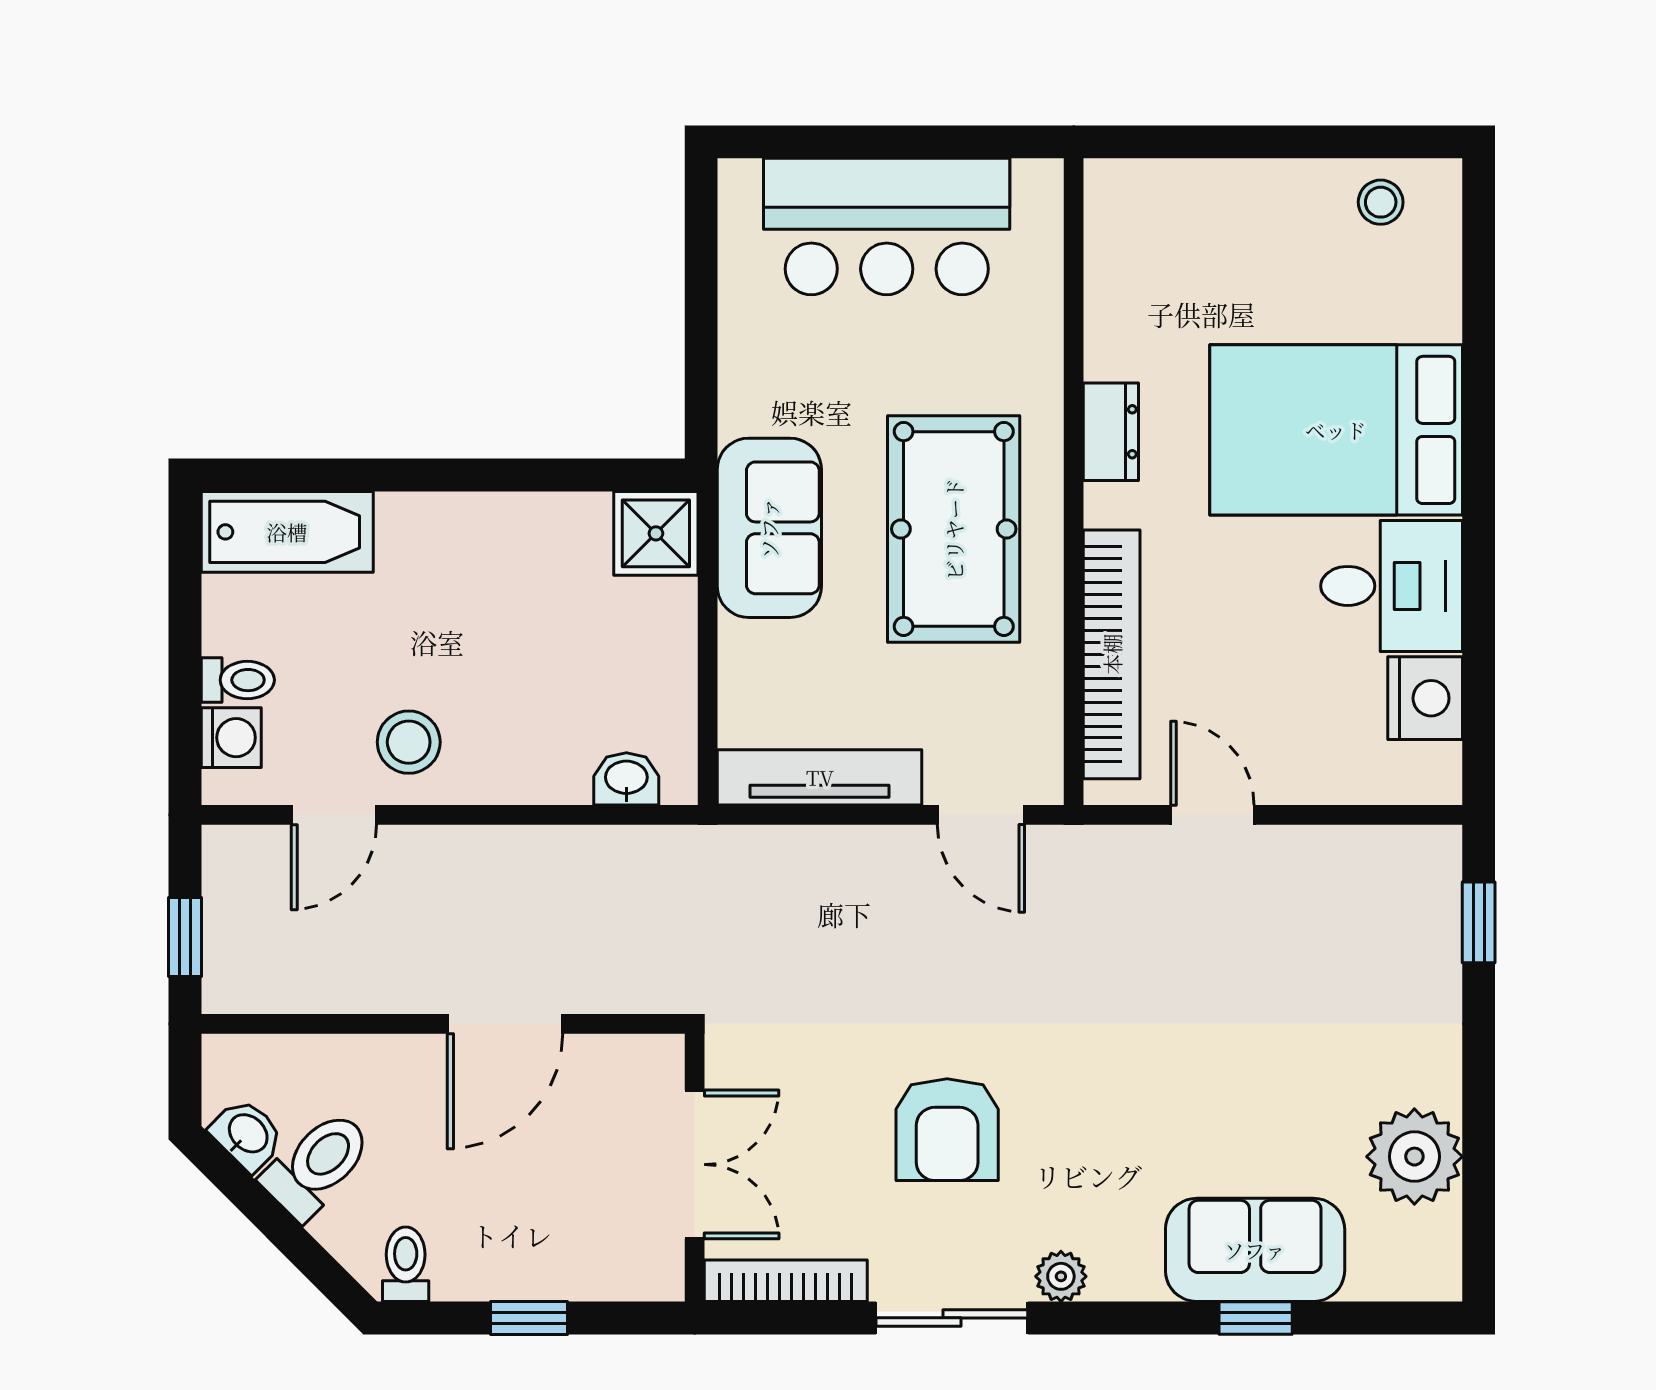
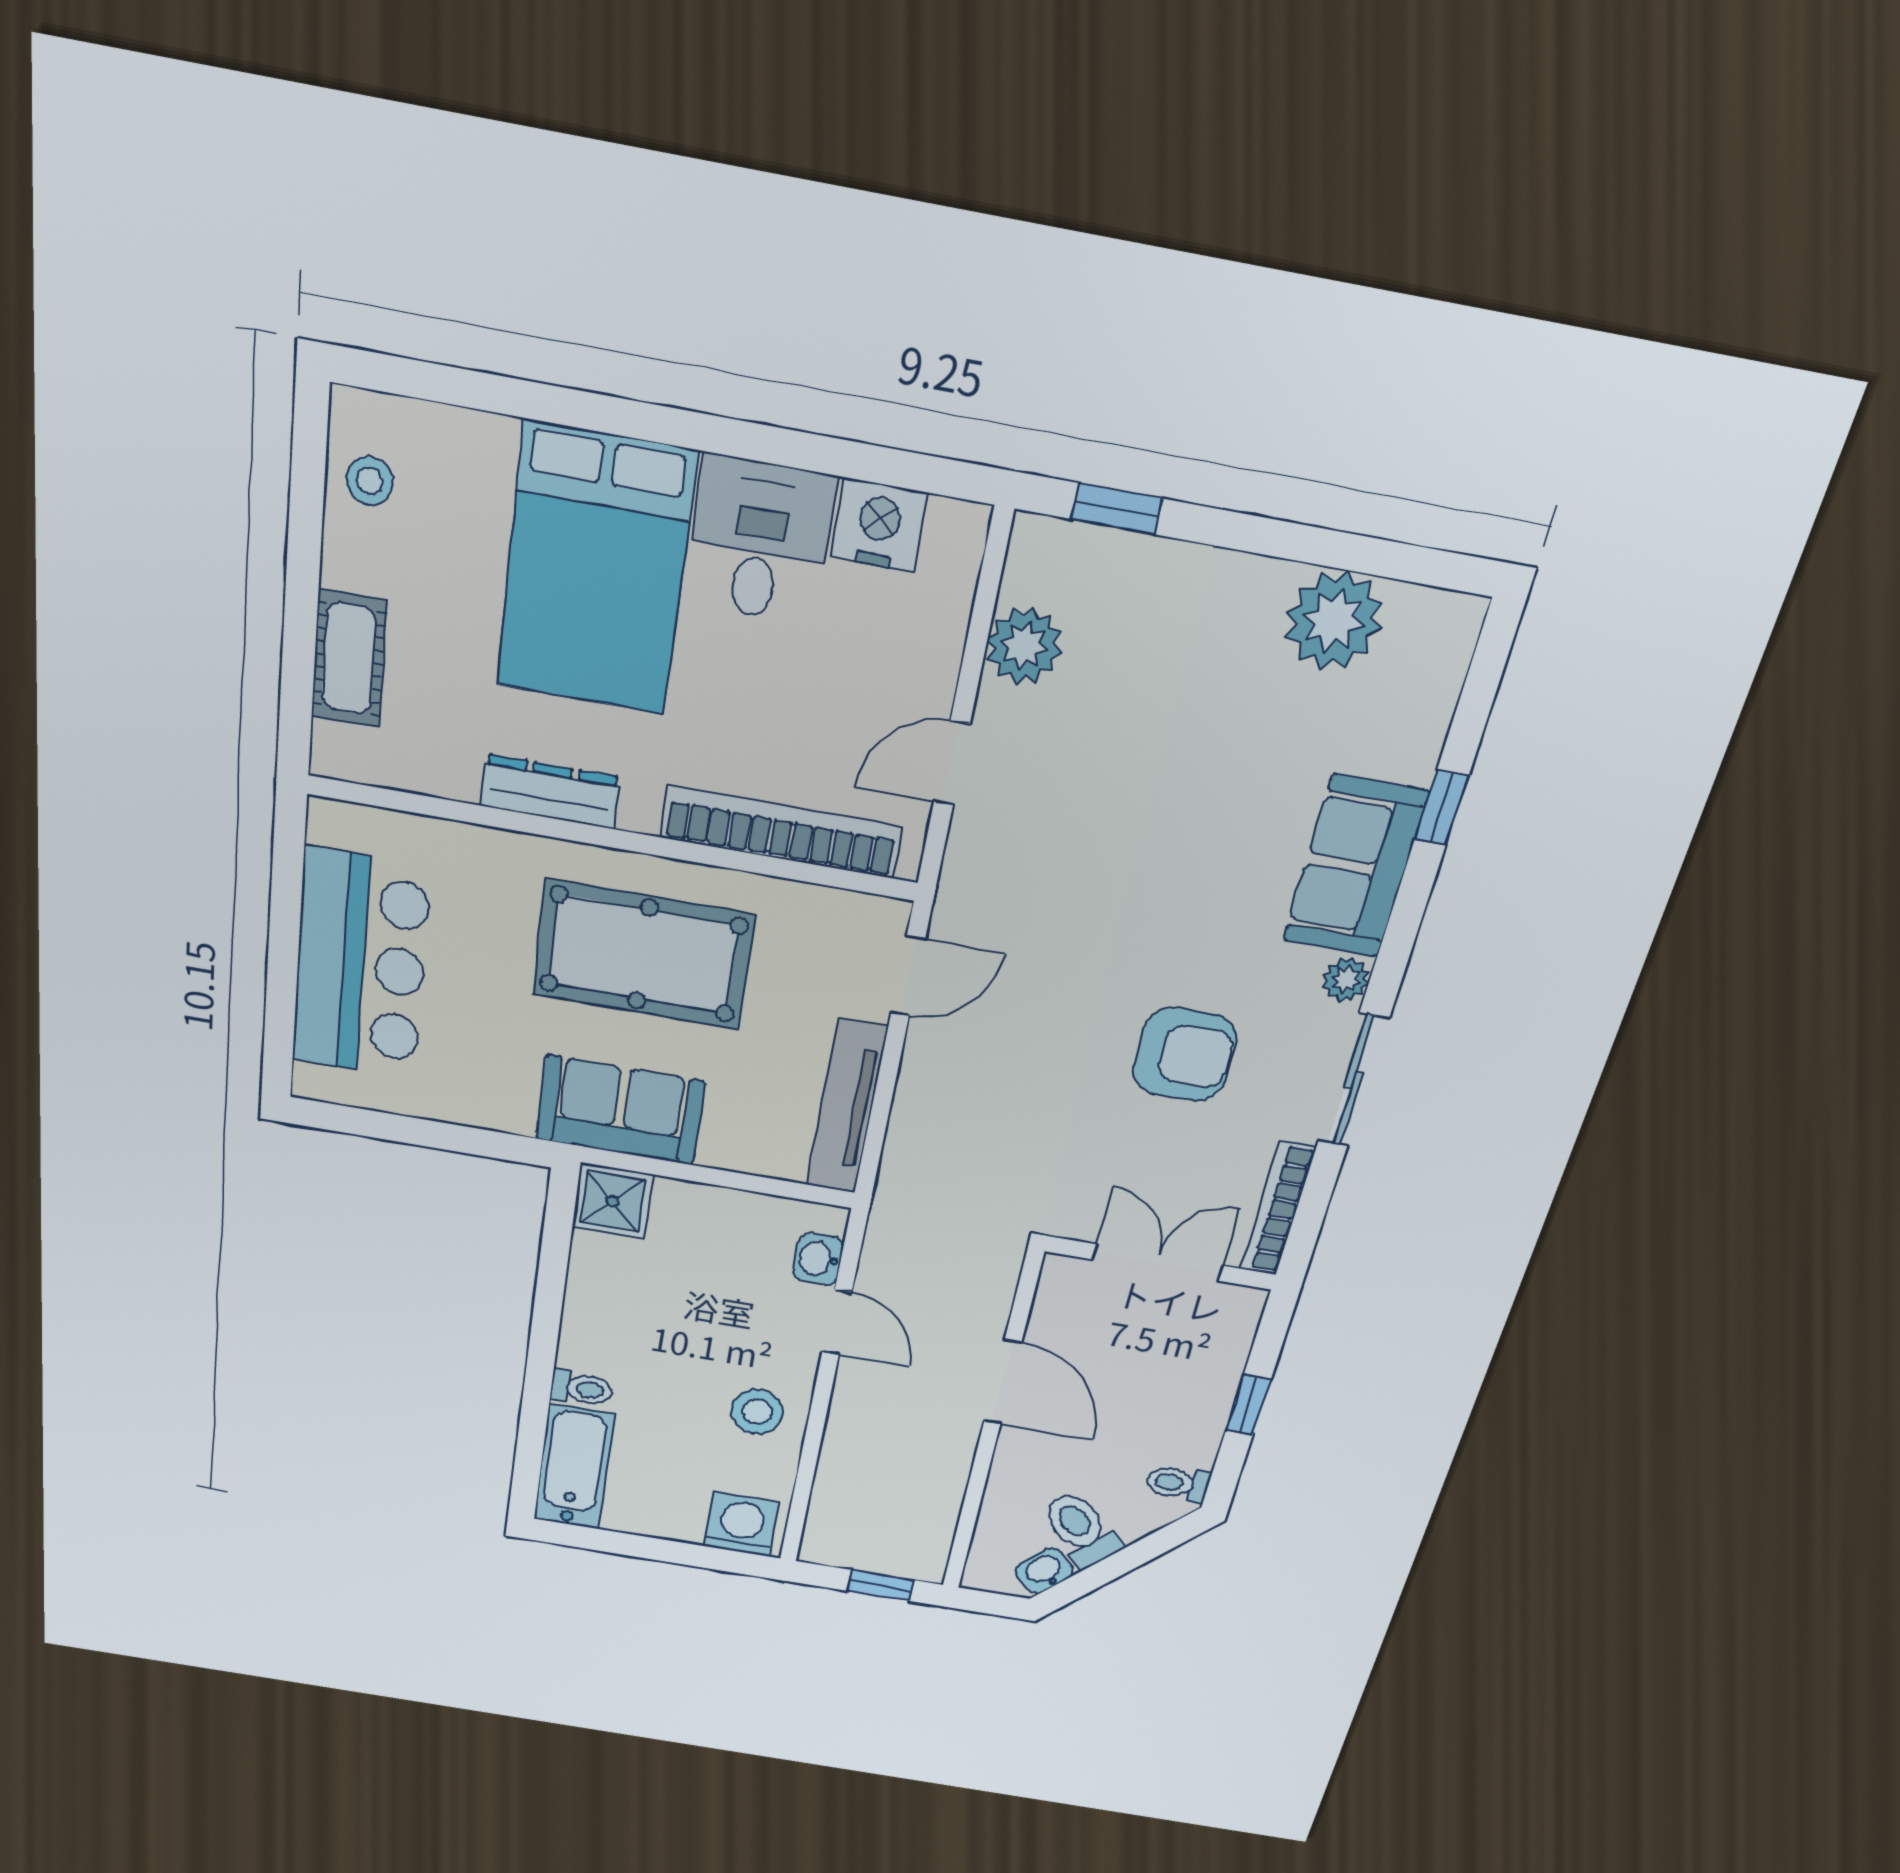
cot: (1209, 193) -> (349, 659), added
dresser: (1111, 432) -> (551, 792), width x1.44
toilet: (238, 680) -> (582, 1389), moved, turned 90
washing machine: (231, 738) -> (741, 1525), width x1.38, depth x1.38
door: (334, 815) -> (837, 1322), moved
plant: (1339, 862) -> (1024, 646), added
sofa: (1255, 1250) -> (1355, 867), moved

